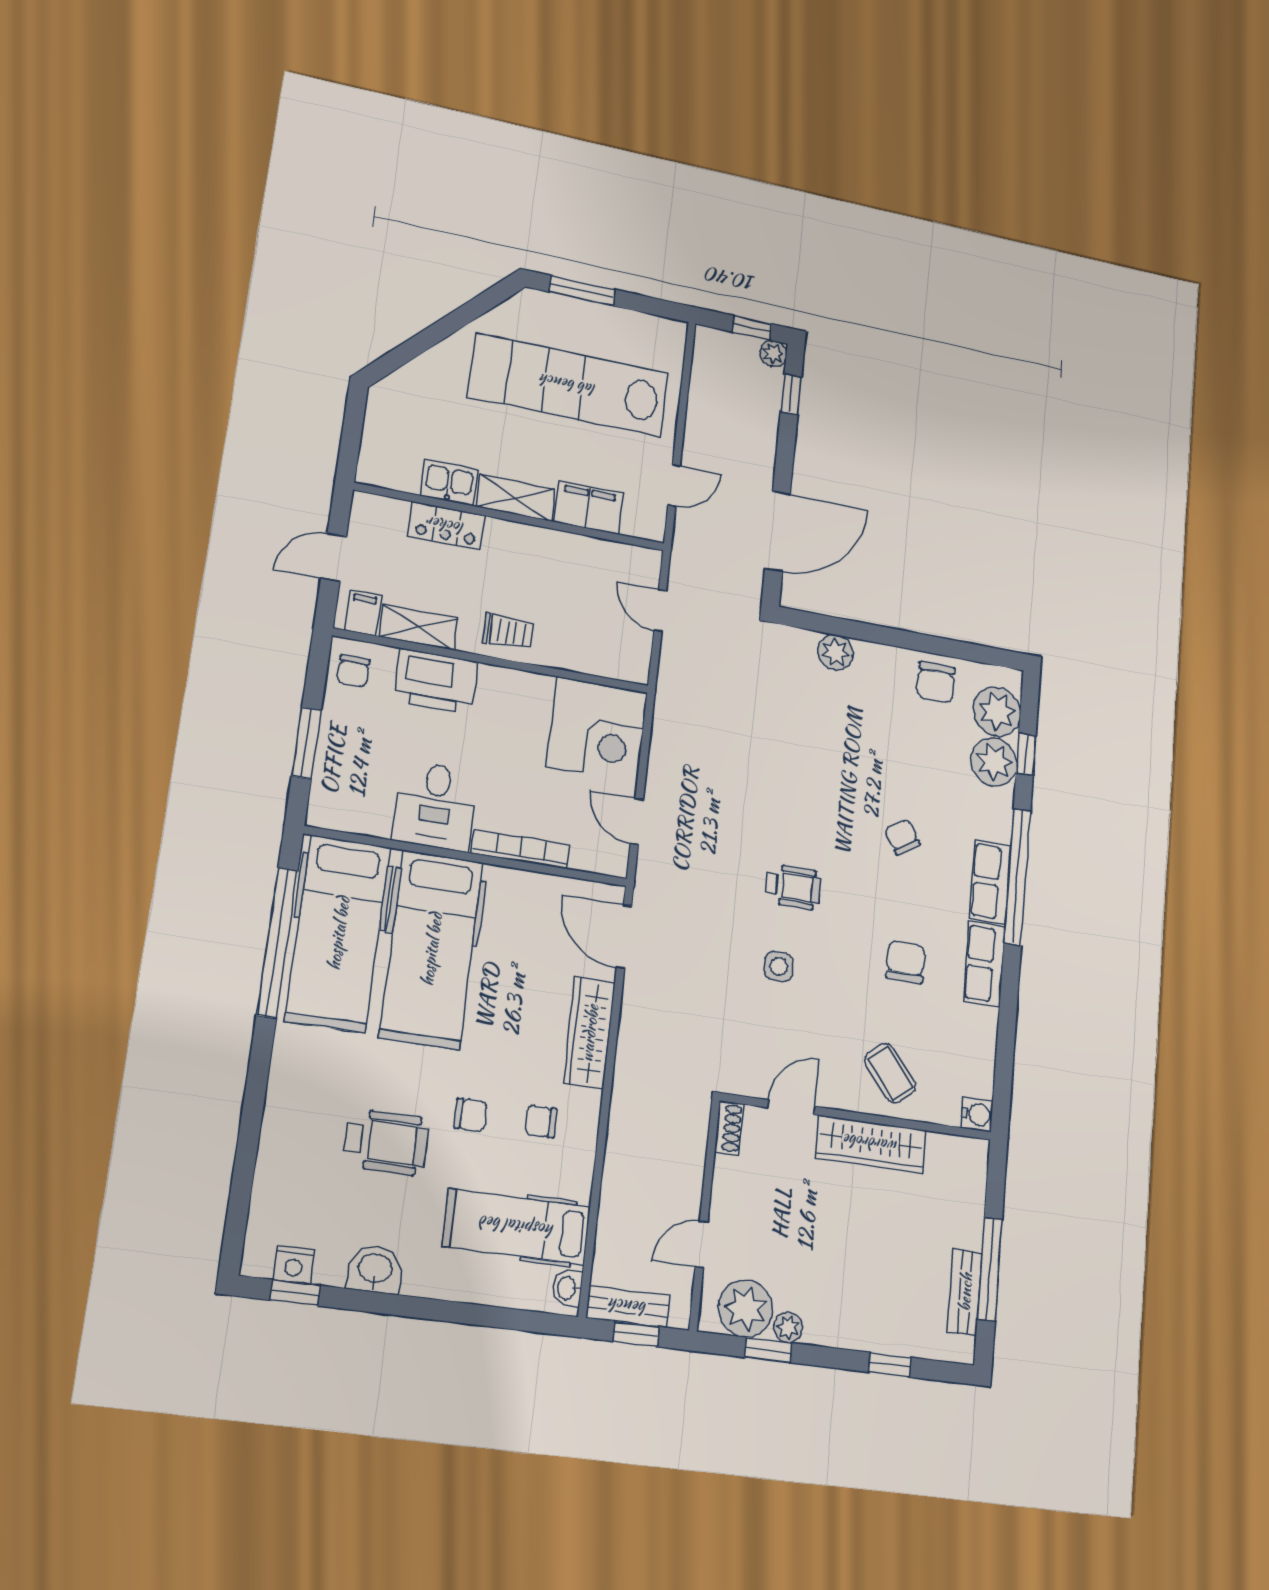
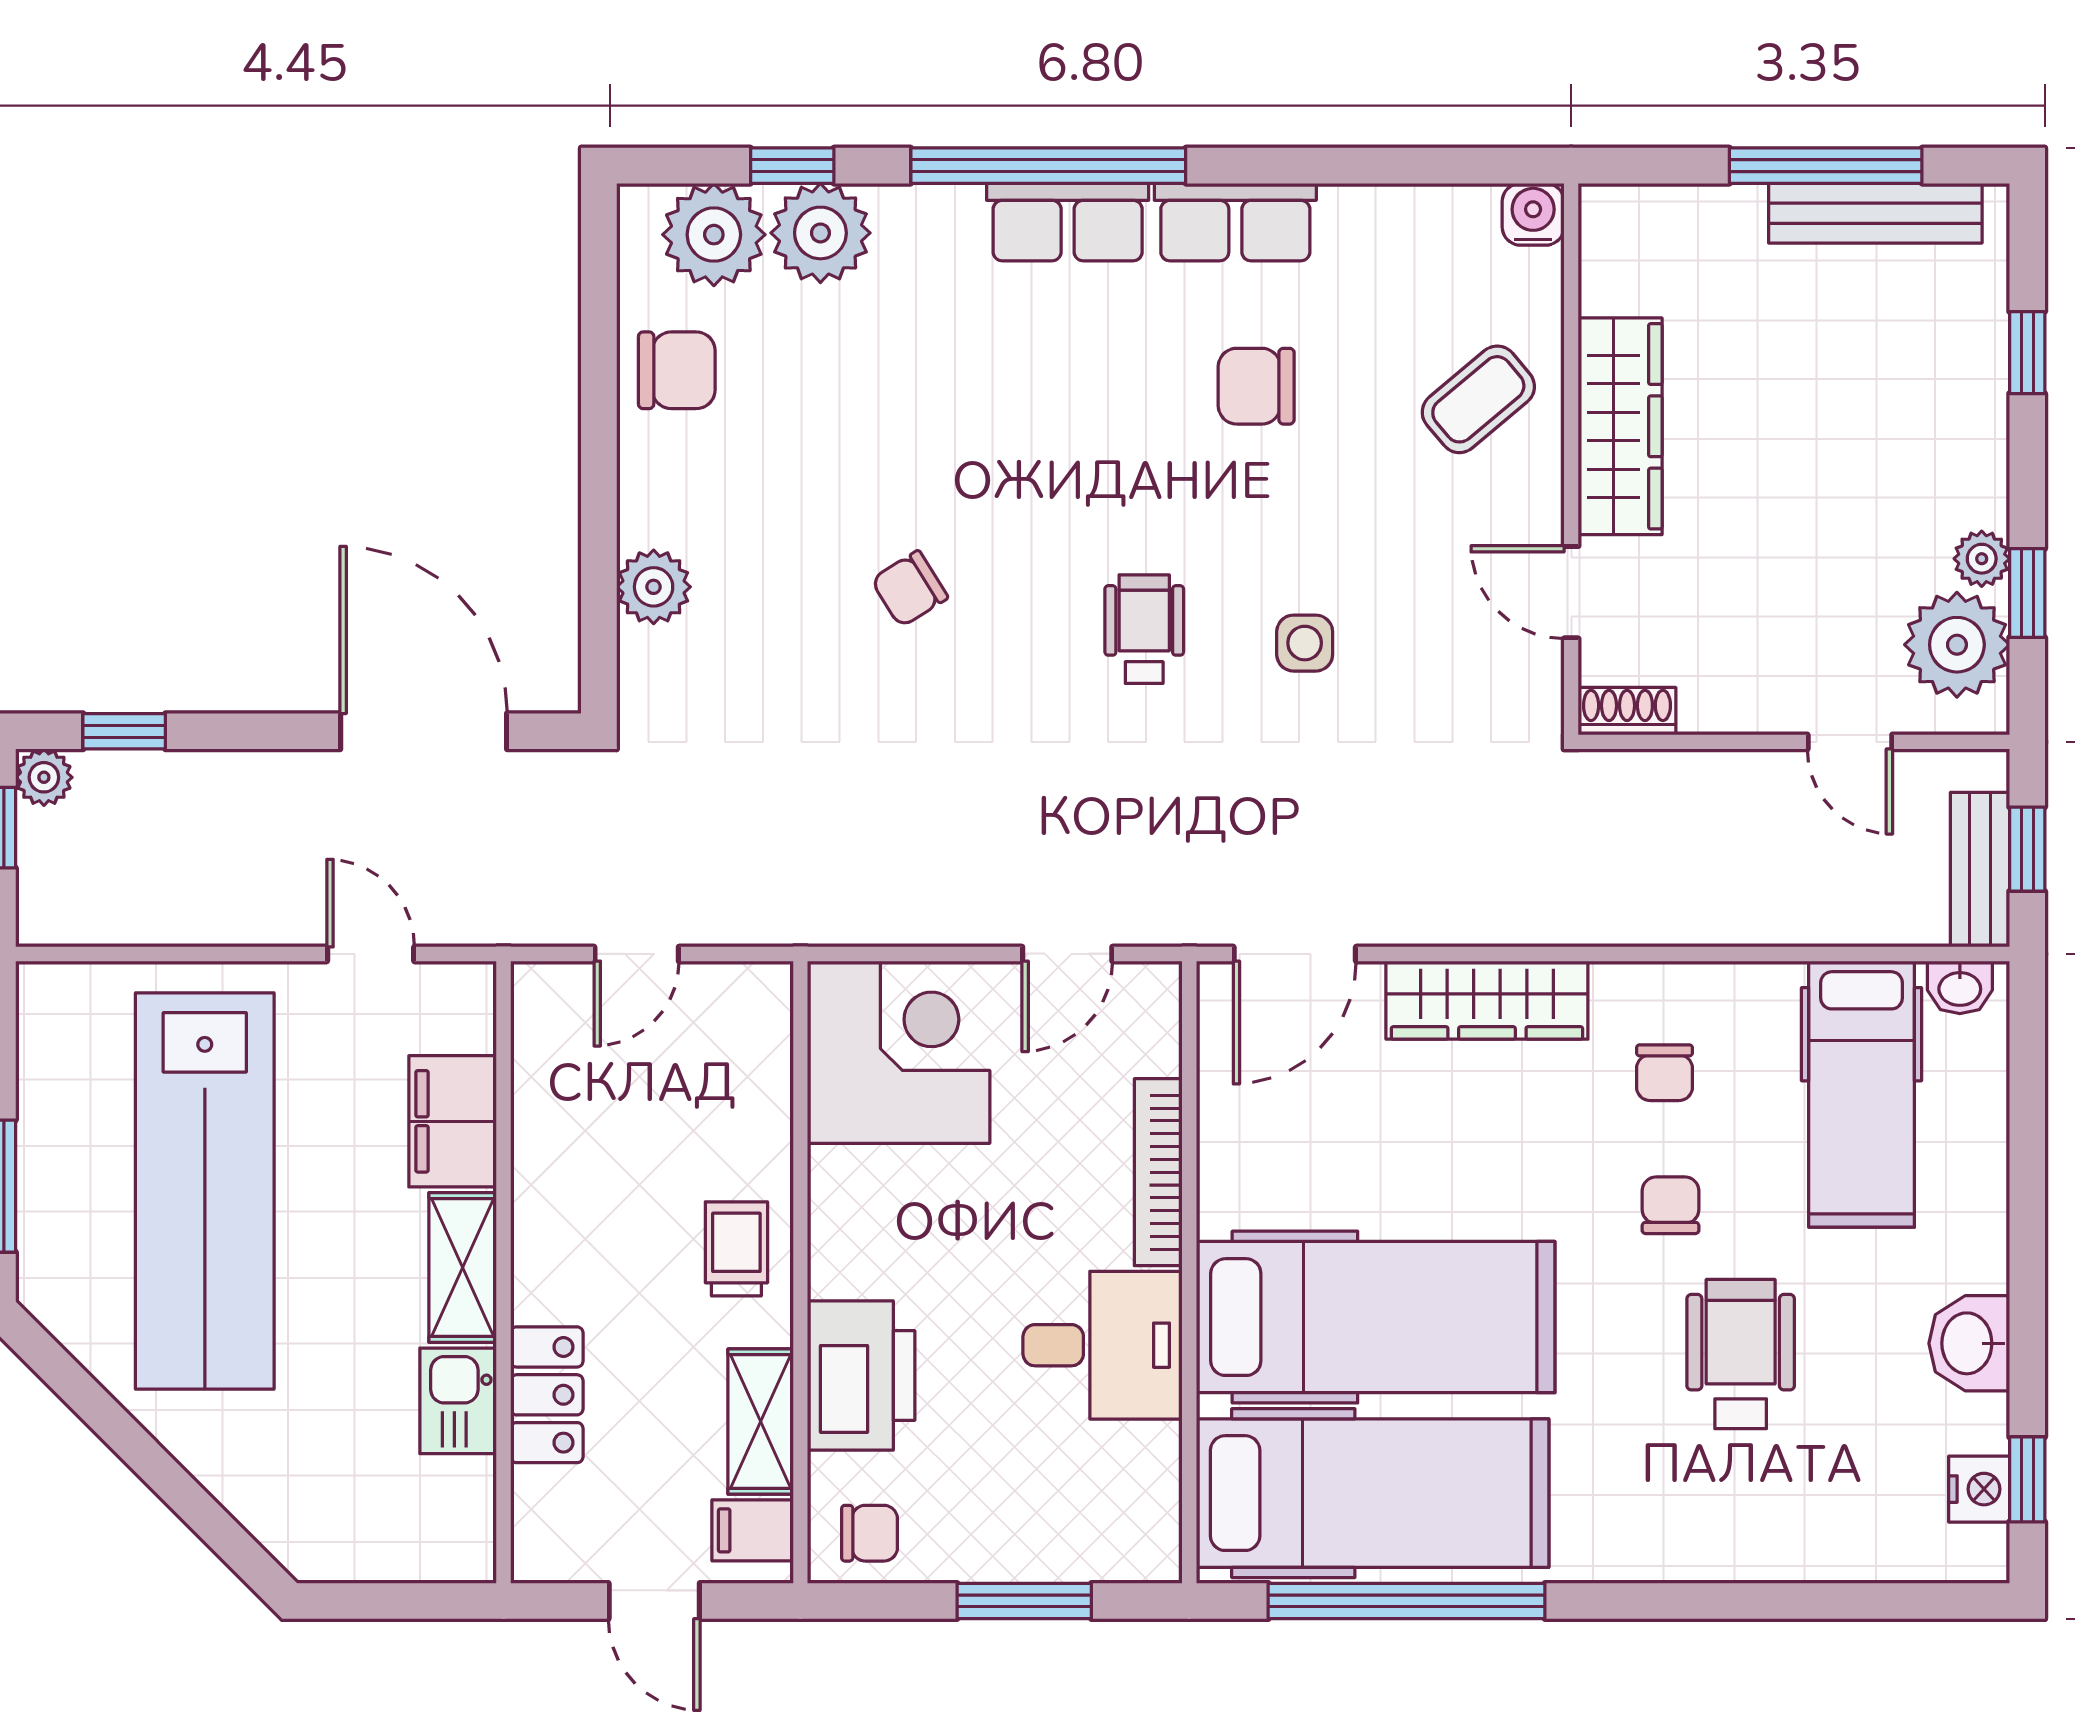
chair: (902, 837) -> (910, 589), moved
bench: (965, 1292) -> (1875, 213), width x1.36

